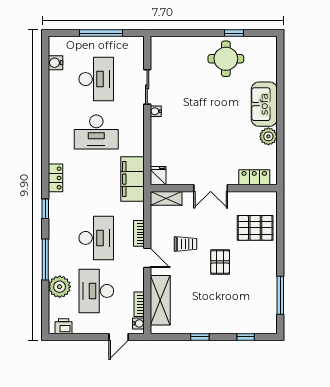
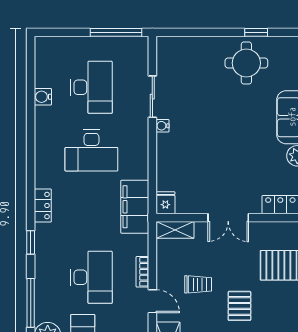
window: (101, 33) -> (116, 32), moved
water cooler: (56, 63) -> (43, 97), moved

